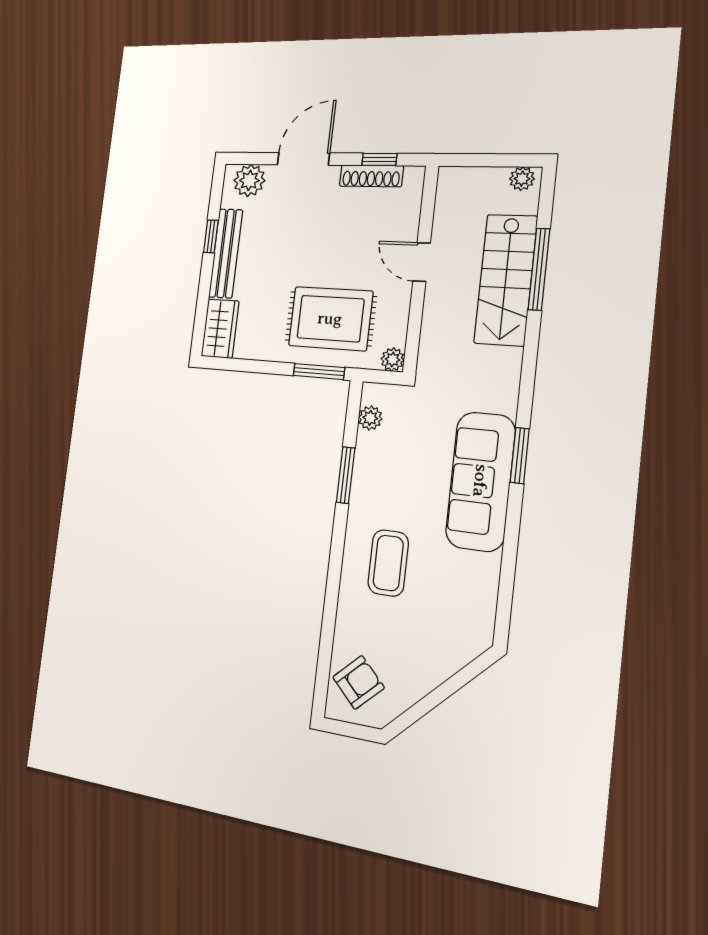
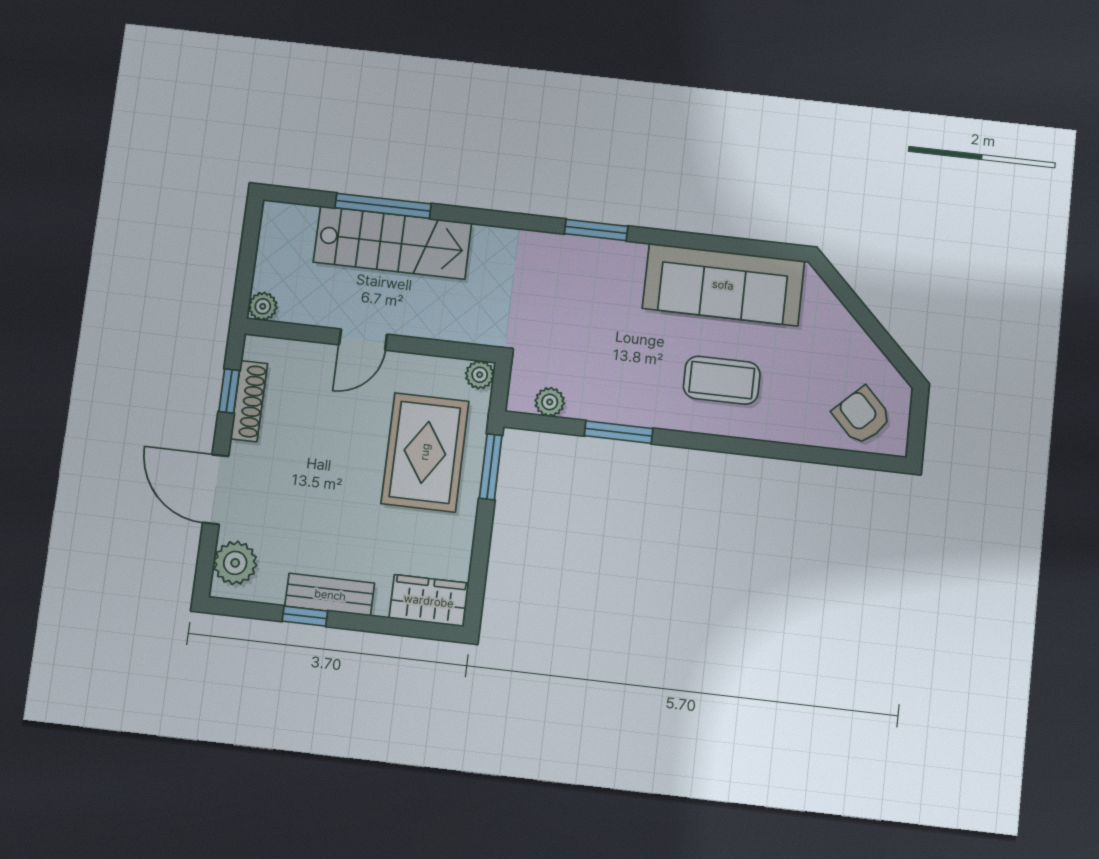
plant: (522, 179) -> (263, 306), moved
bench: (226, 253) -> (330, 595), width x0.73
sofa: (480, 481) -> (723, 285), moved

